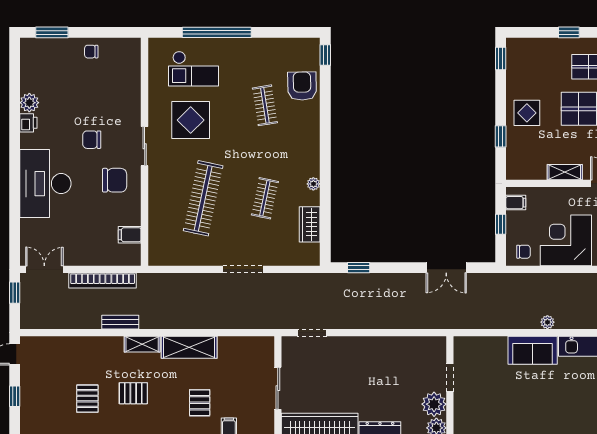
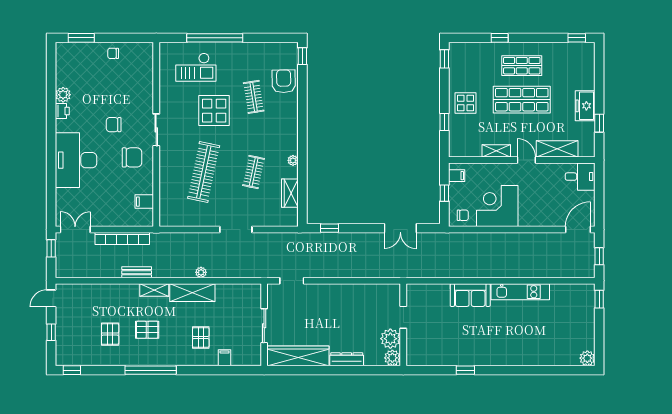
display table: (191, 120) -> (214, 111), moved
plant: (547, 322) -> (201, 272), moved

